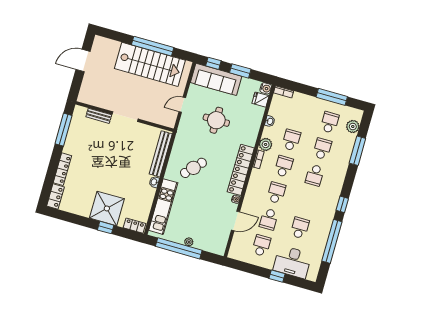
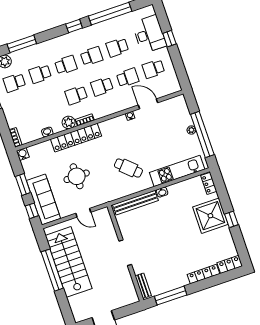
fridge: (260, 100) -> (35, 152), removed
bench: (99, 116) -> (143, 286), moved
school desk: (291, 140) -> (92, 56), moved, turned 180
locker: (241, 170) -> (76, 138), moved
window: (106, 228) -> (231, 219), moved

